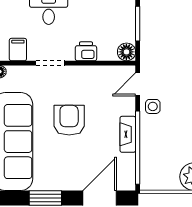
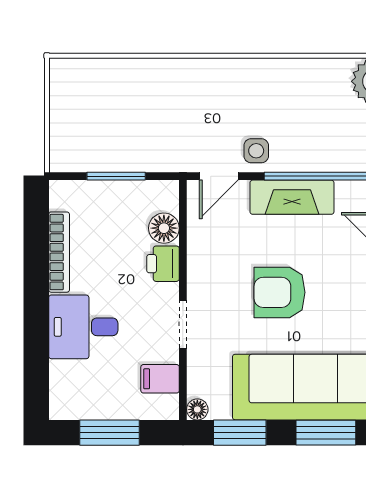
floor lamp: (126, 52) -> (164, 228), moved
door: (138, 84) -> (219, 176), hinge flipped
fireplace: (128, 134) -> (292, 197), width x1.37, depth x1.32

